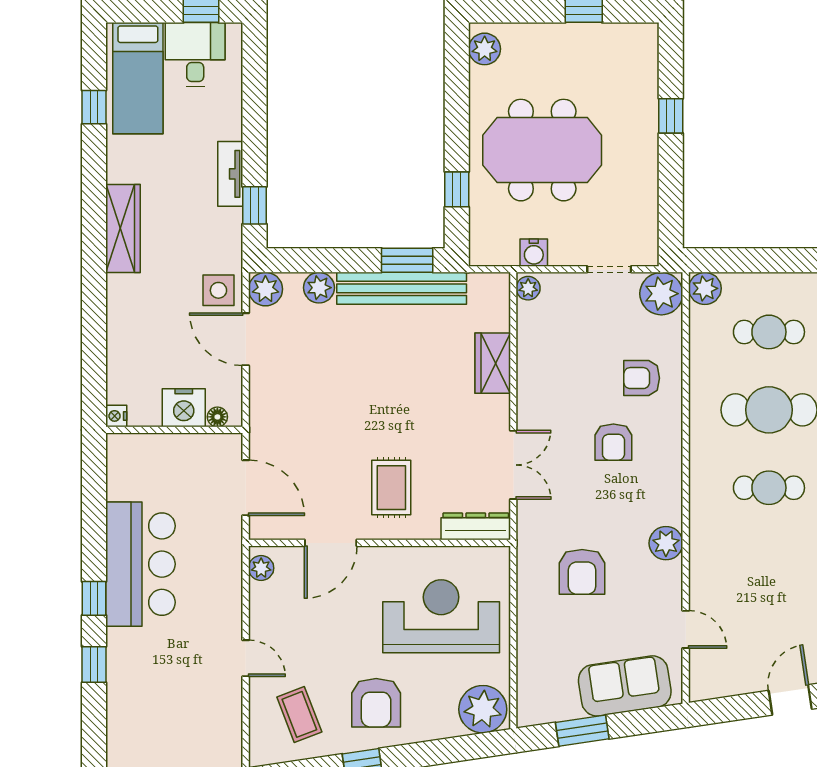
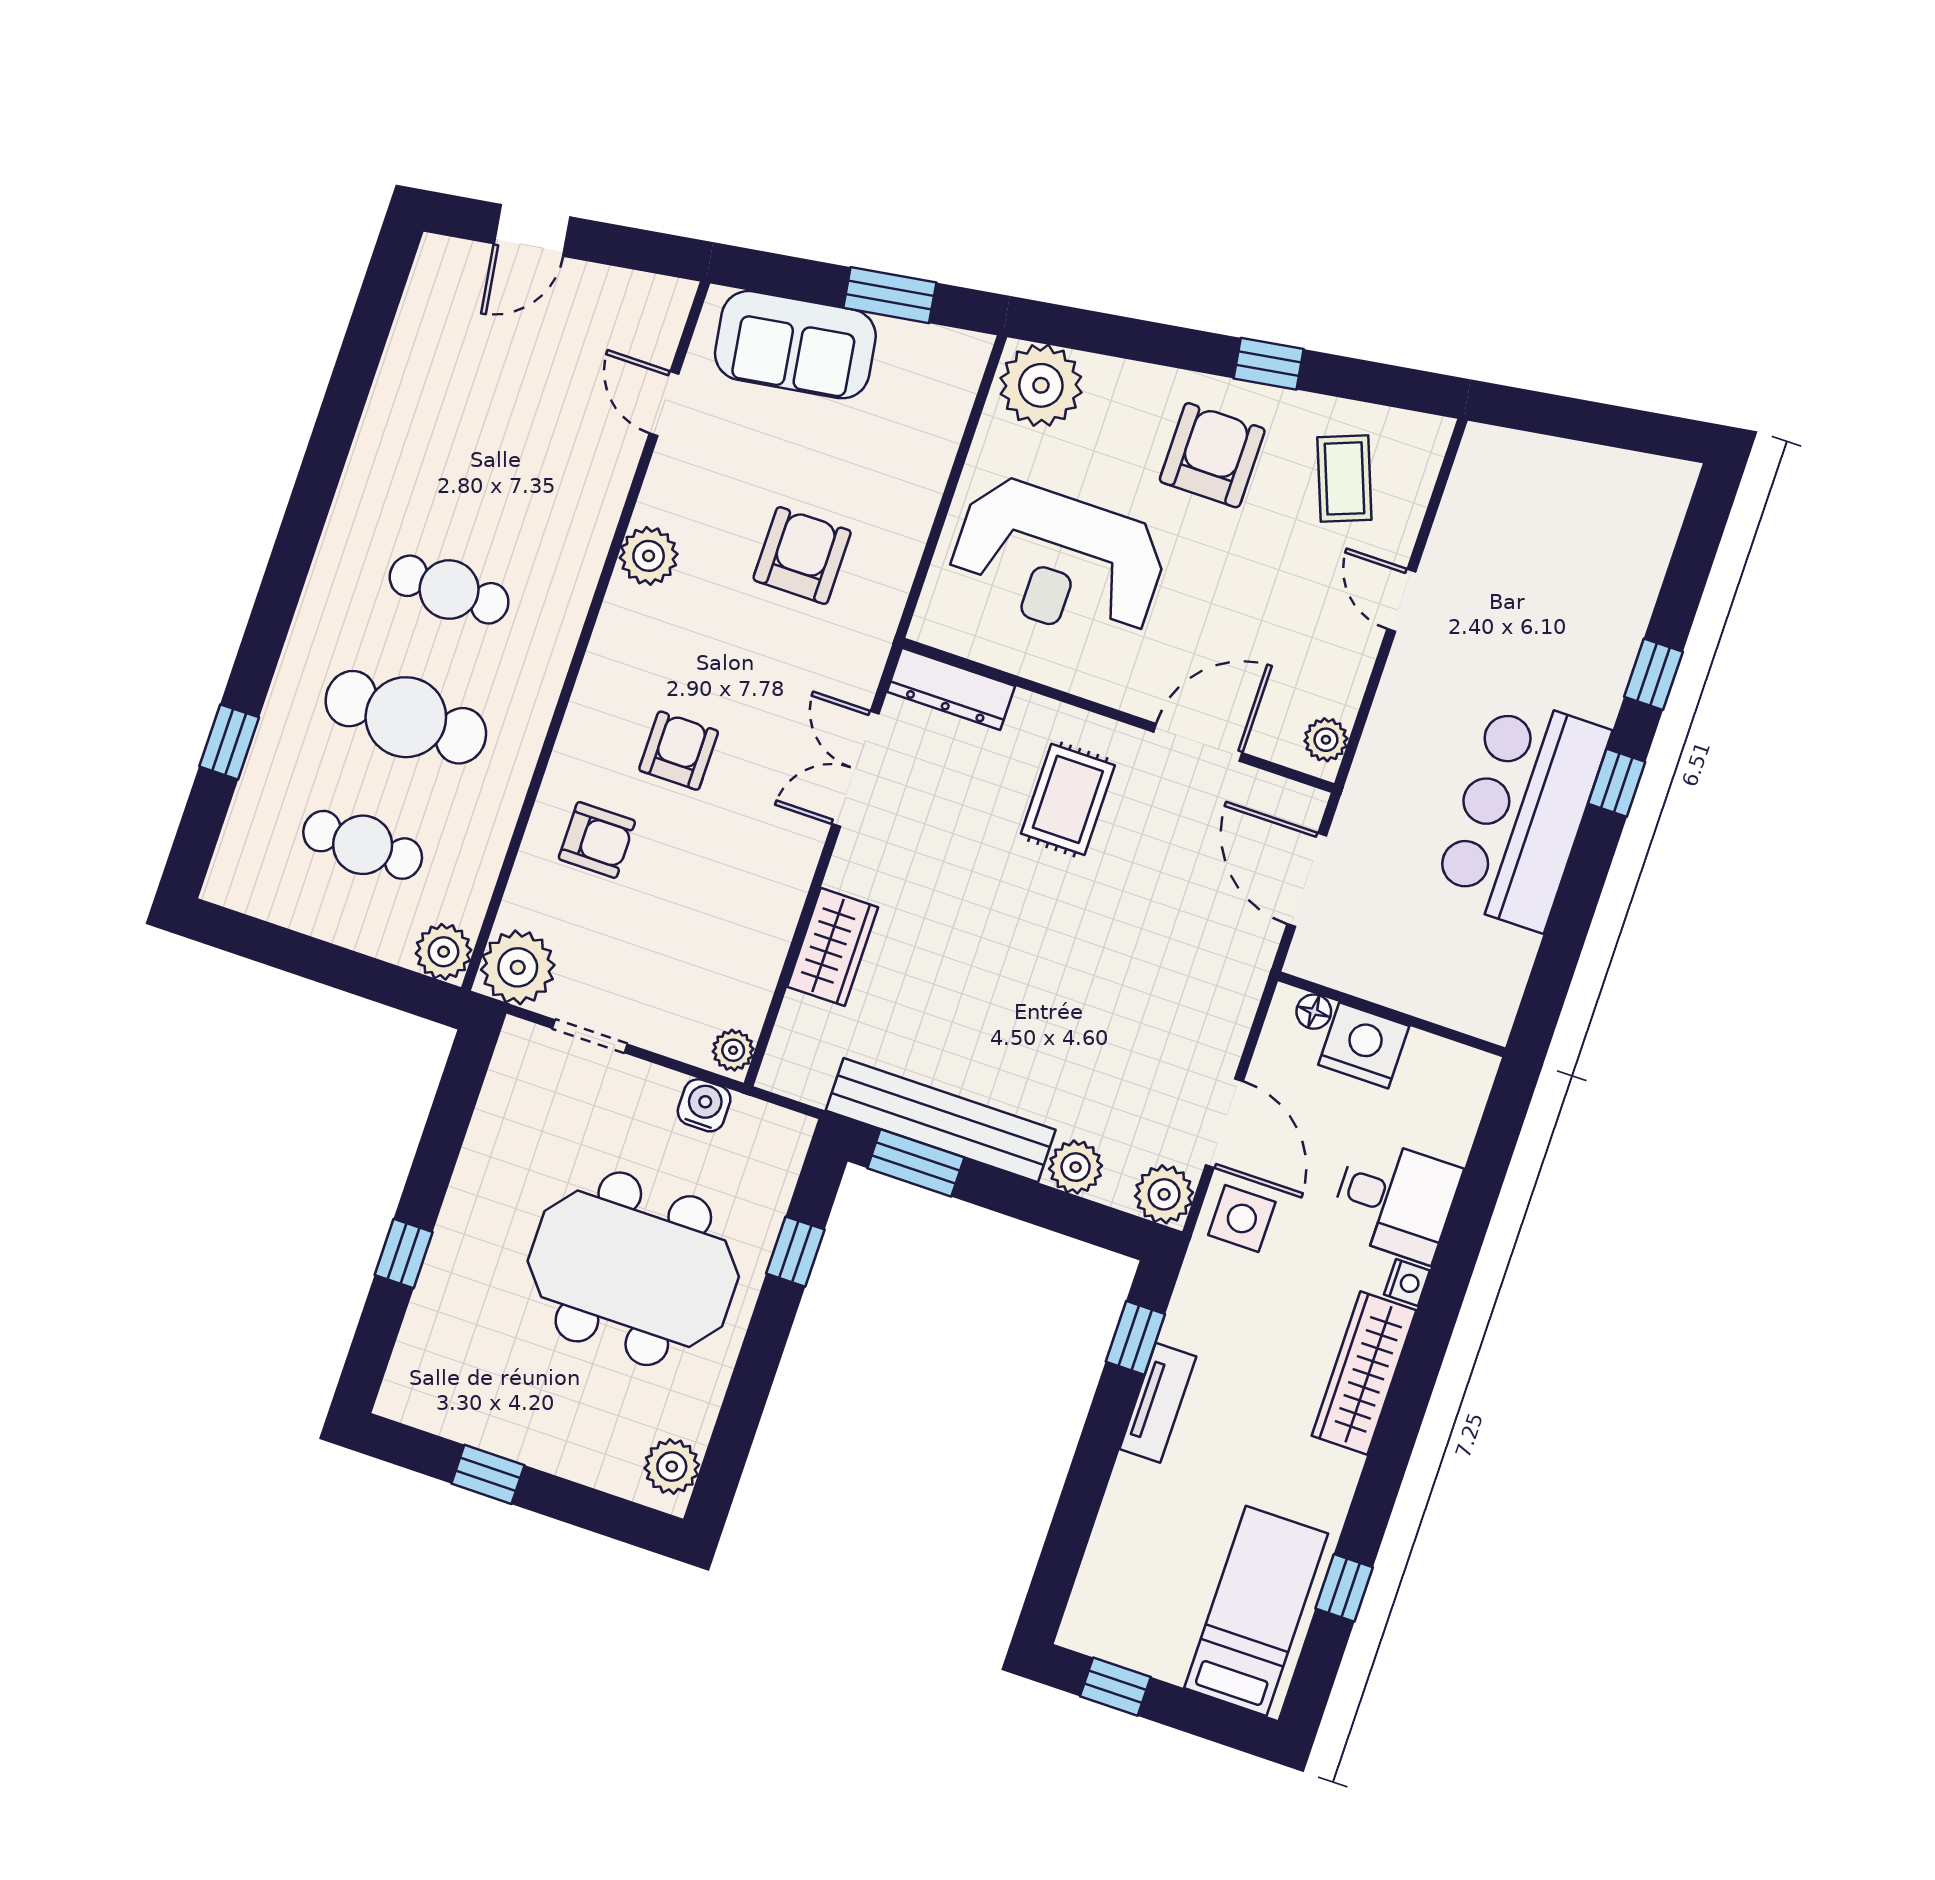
desk: (195, 55) -> (1395, 1200), moved, turned -90
nightstand: (116, 416) -> (1407, 1282), moved

